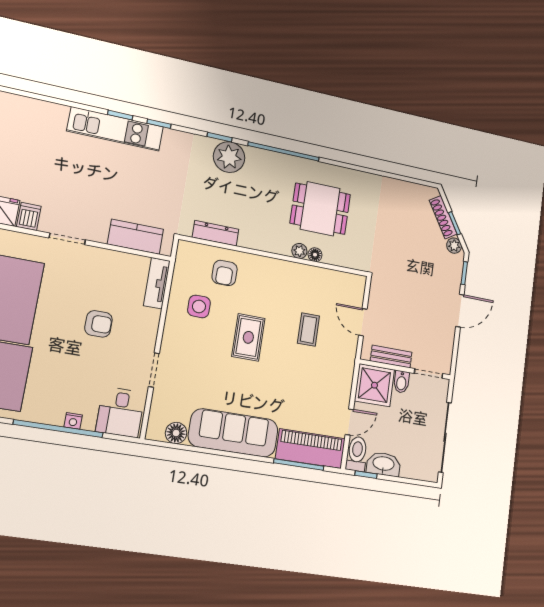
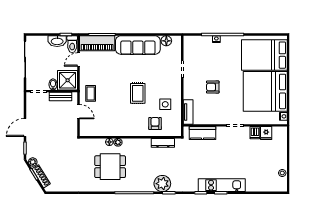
coffee table: (309, 330) -> (91, 93), moved
desk: (120, 412) -> (195, 47), removed

